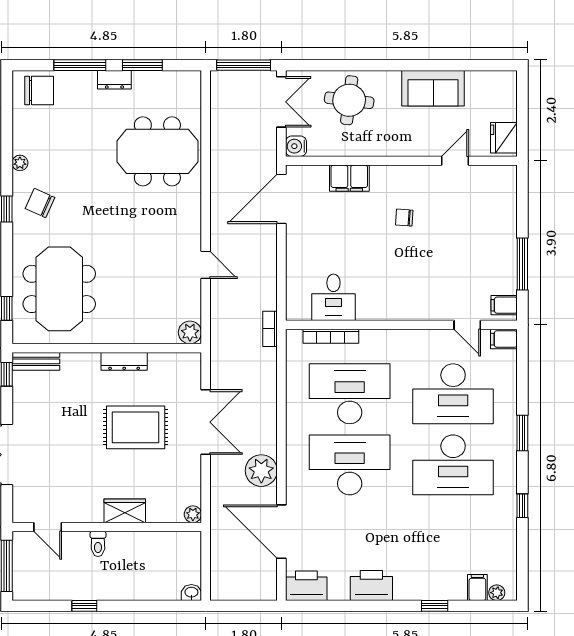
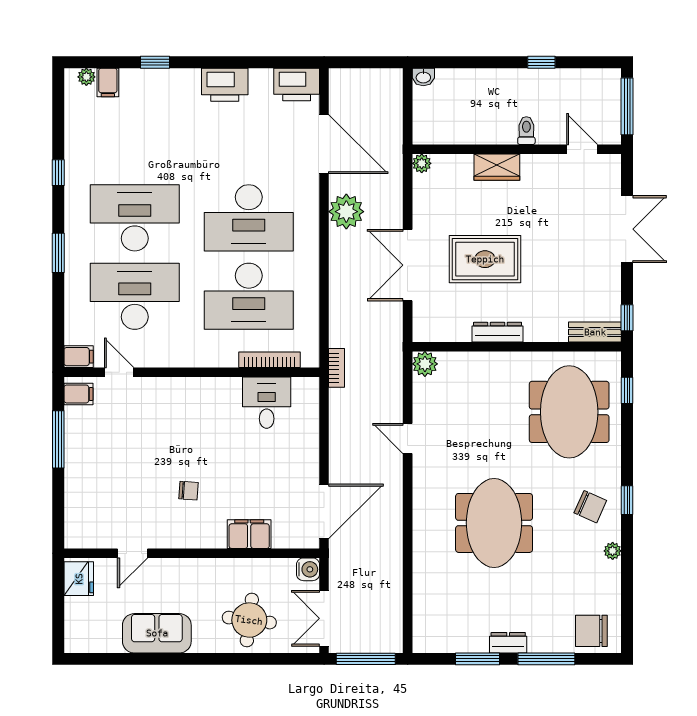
meeting table: (157, 151) -> (494, 523), moved, turned 90

